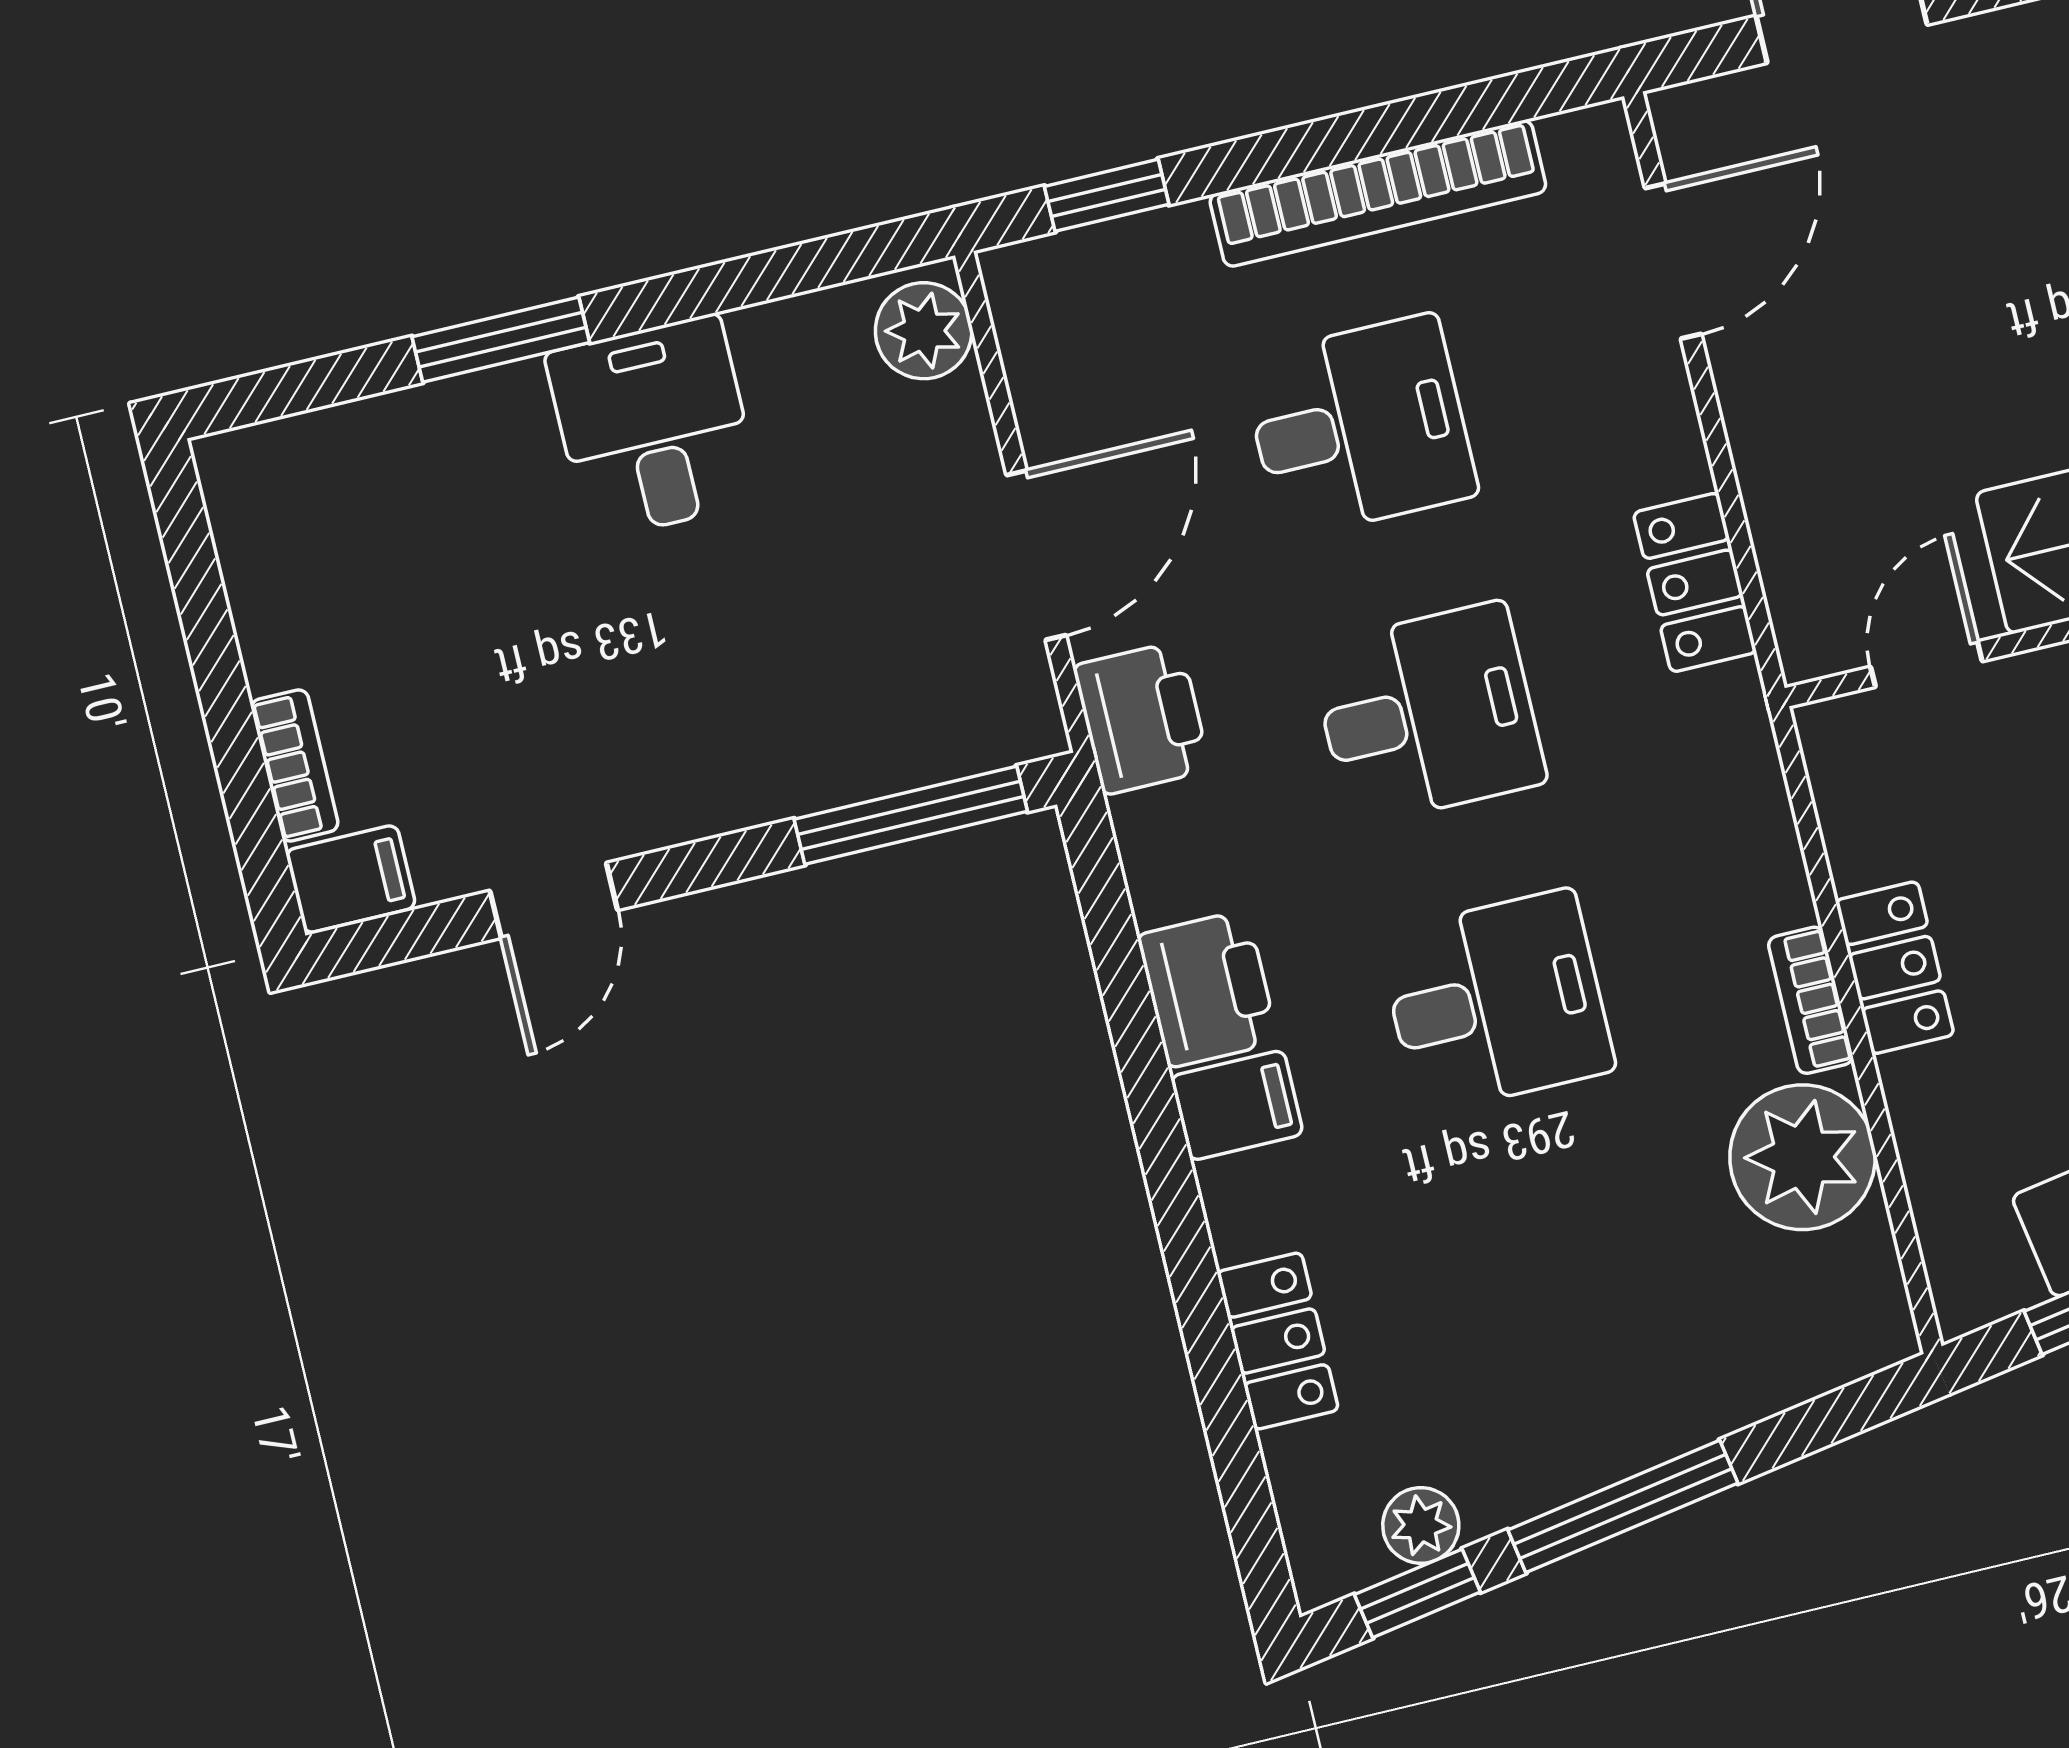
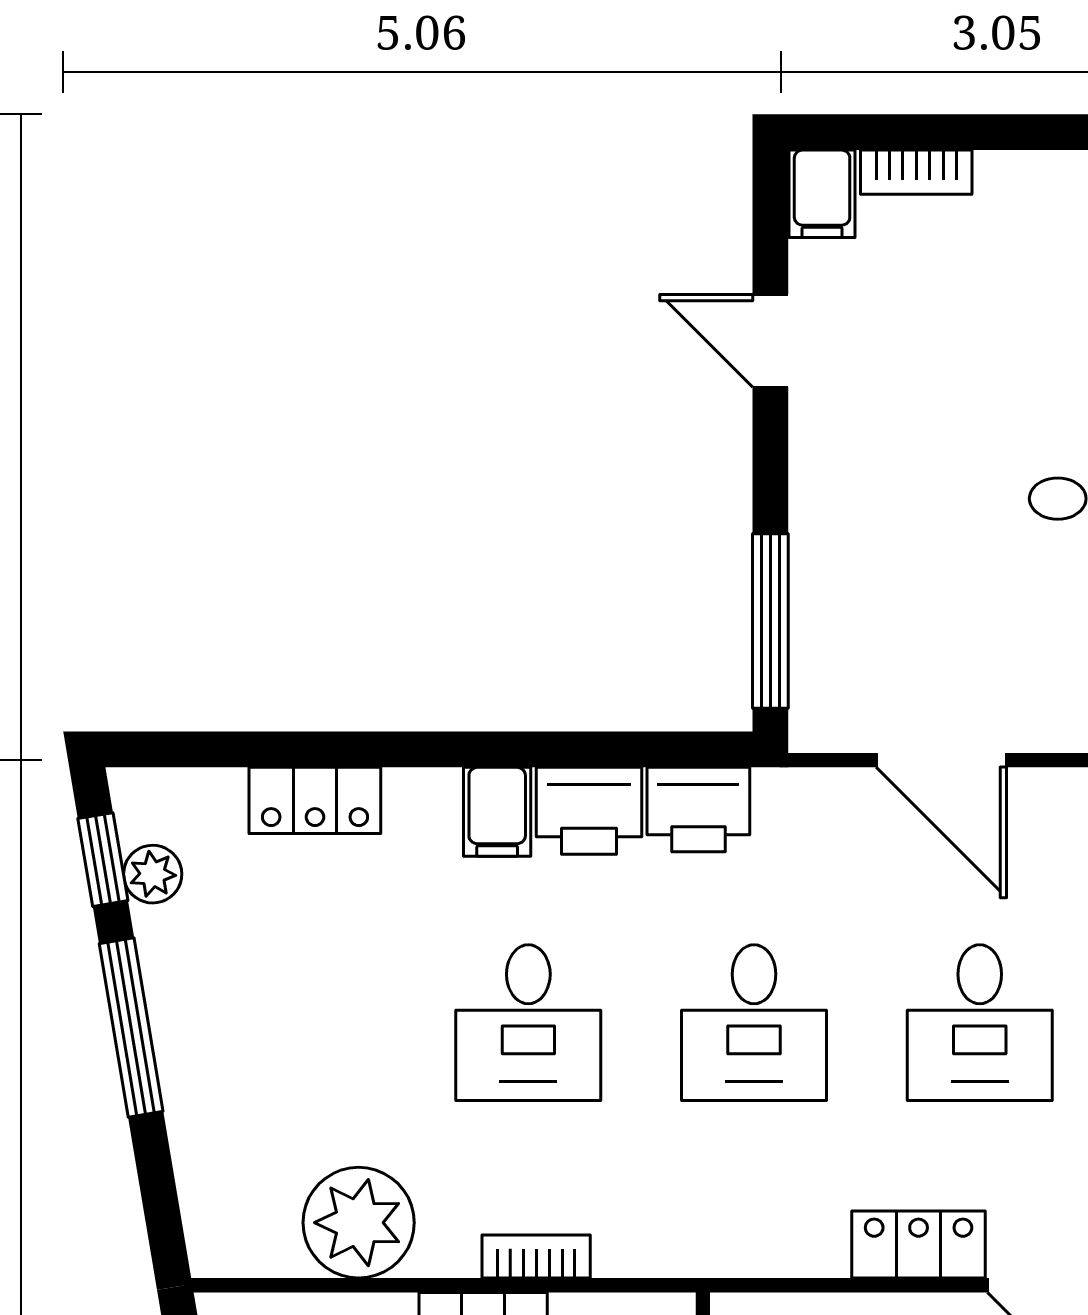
locker: (1695, 582) -> (919, 1244), moved
printer: (1142, 718) -> (698, 810), moved
bookcase: (1811, 1000) -> (536, 1257), moved

